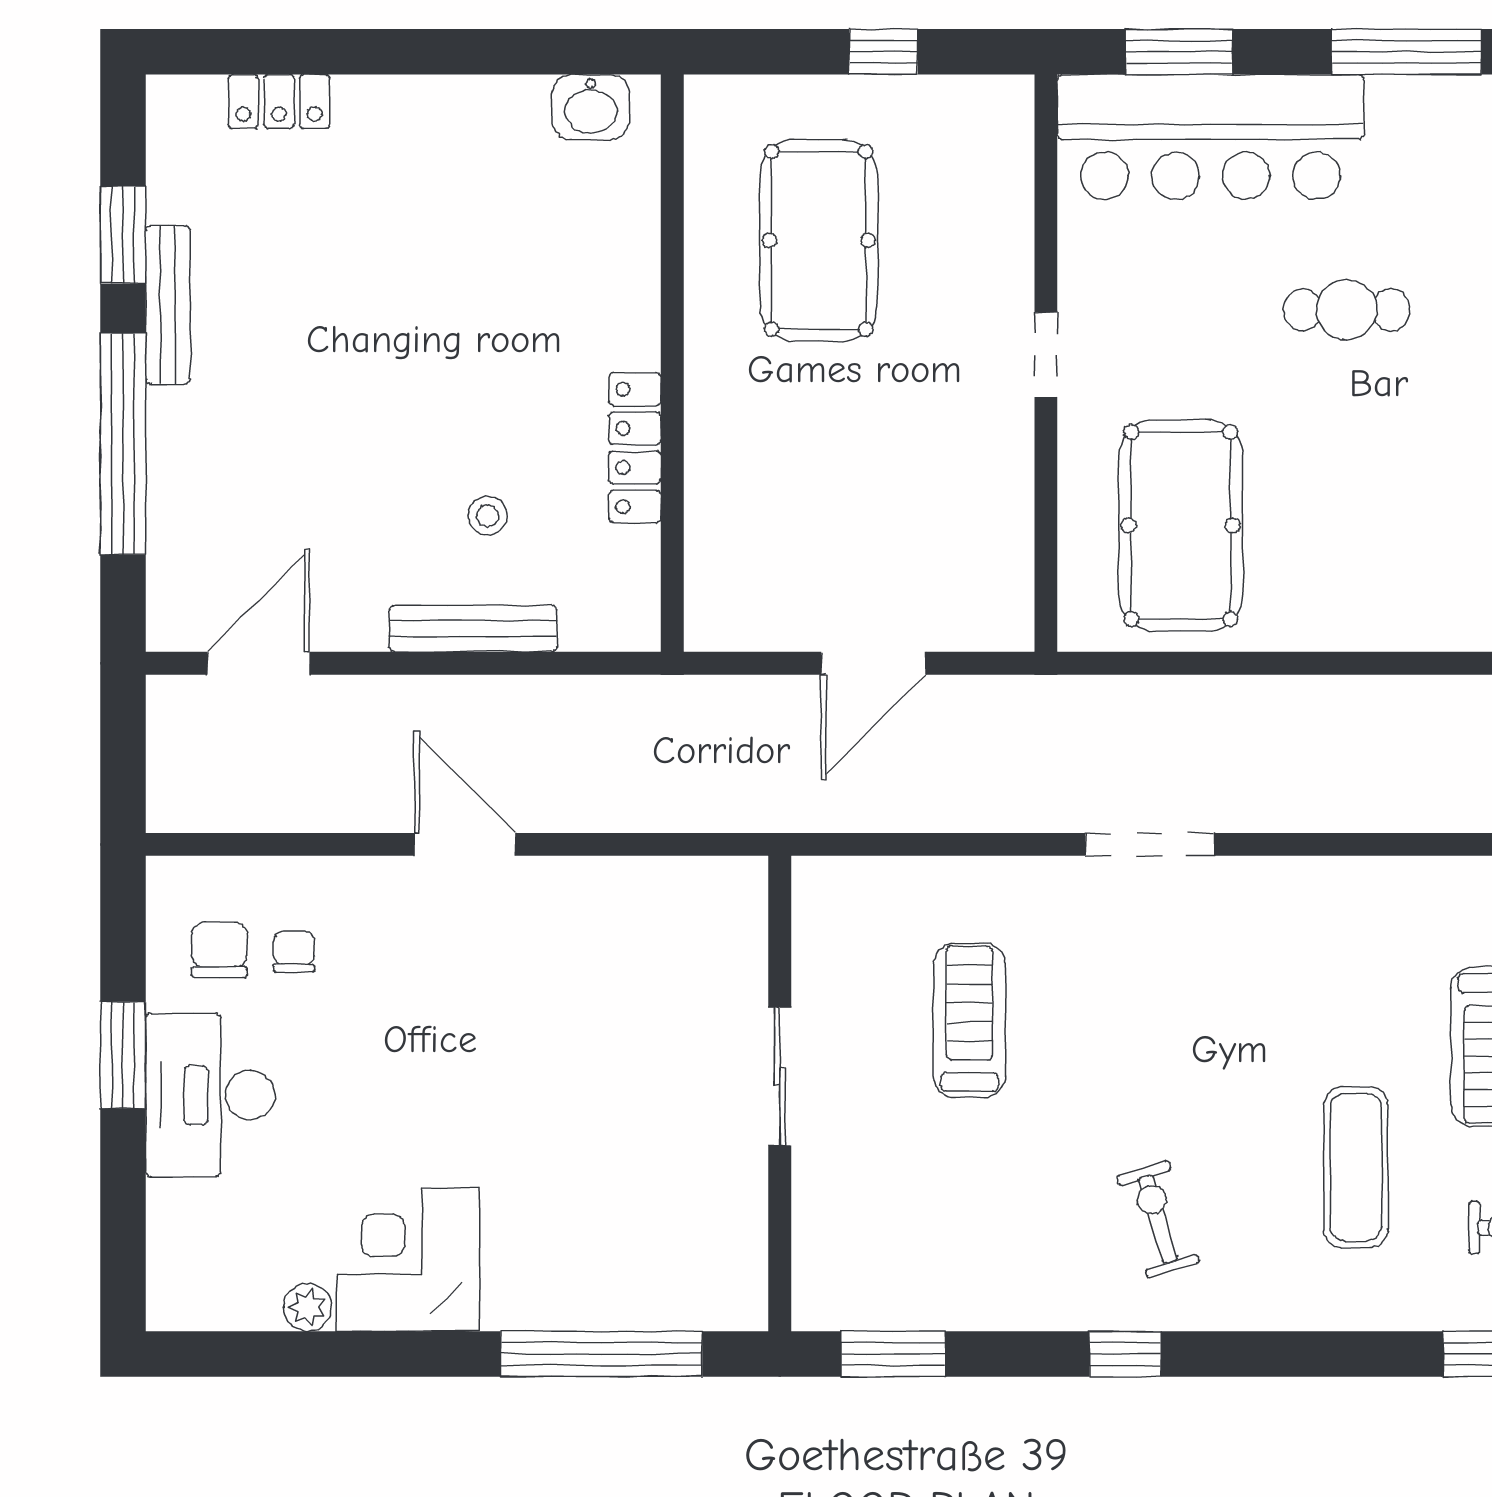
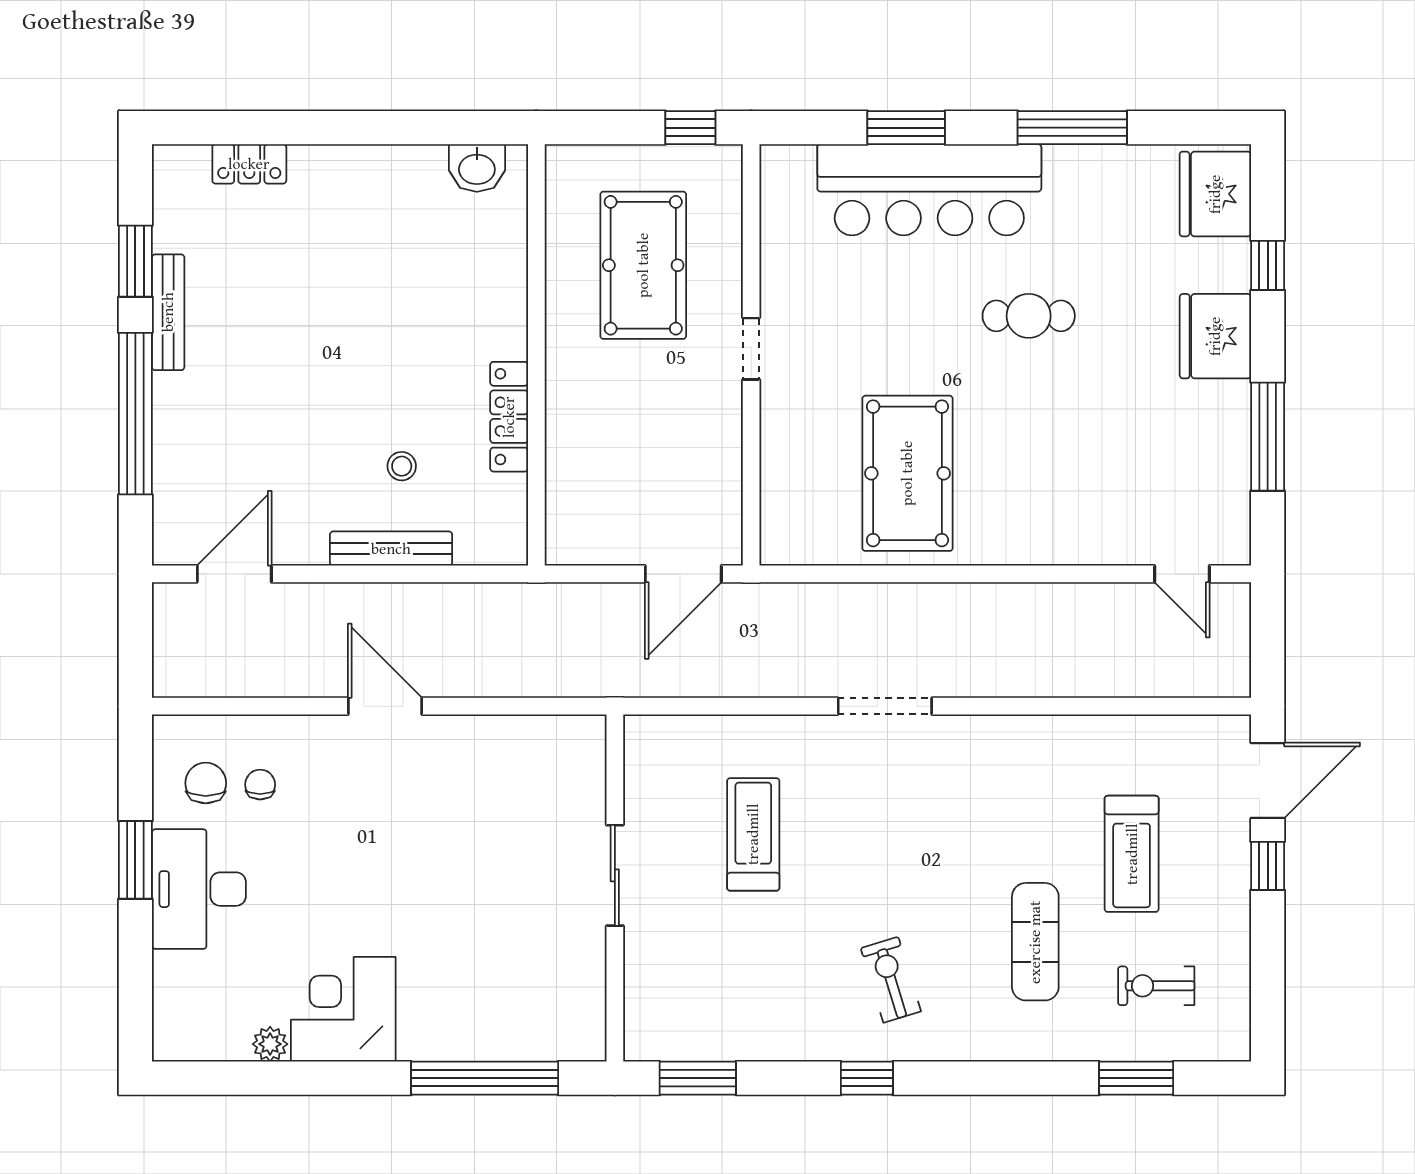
doorway: (1046, 355) -> (751, 349), moved
wall: (1046, 363) -> (751, 355), moved

